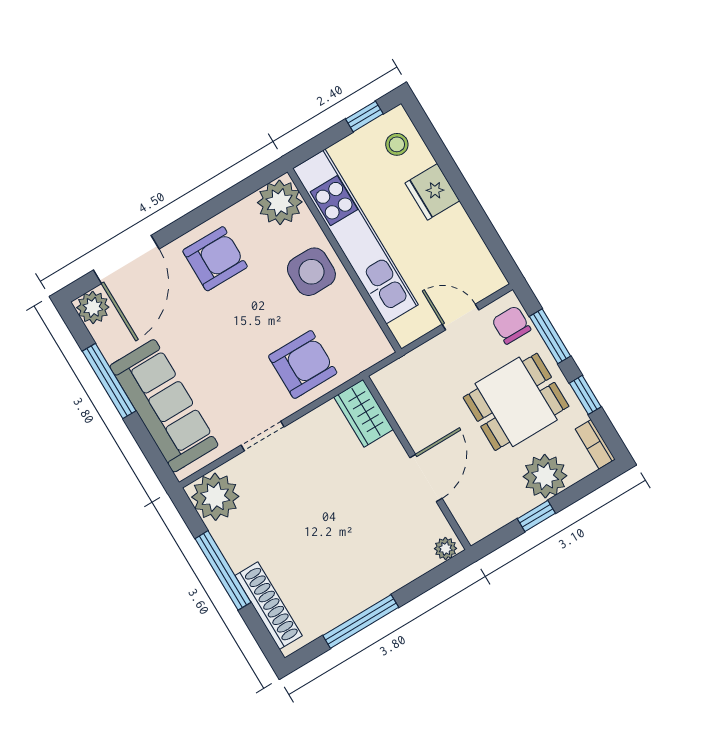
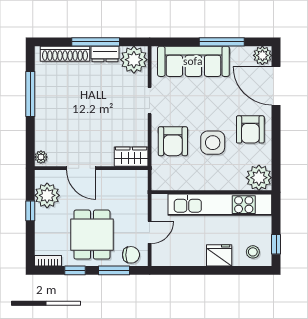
side table: (311, 272) -> (213, 143), moved
plant: (545, 476) -> (47, 195), moved
dresser: (233, 545) -> (105, 54), added

